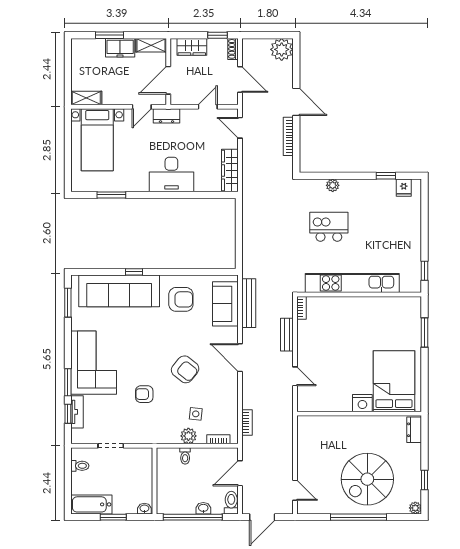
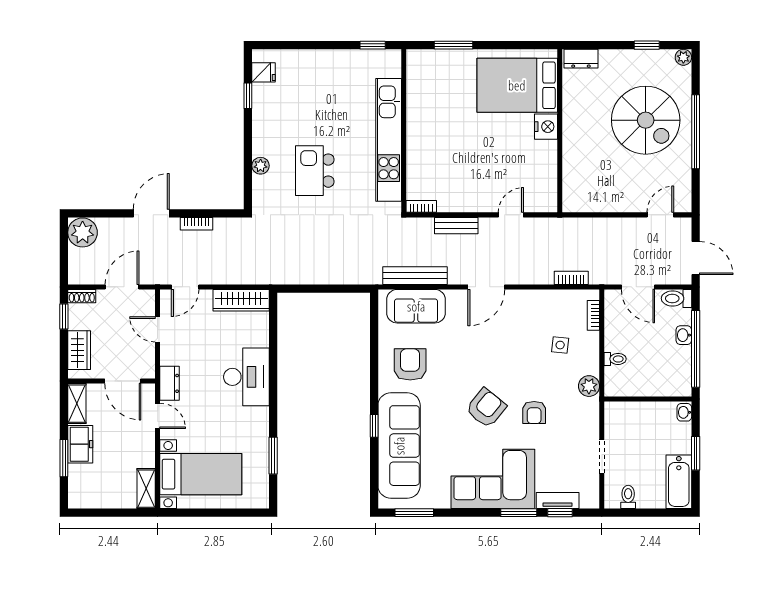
bookcase: (288, 136) -> (196, 224), width x0.64
armchair: (185, 369) -> (486, 408), moved
plant: (188, 436) -> (589, 386), moved

